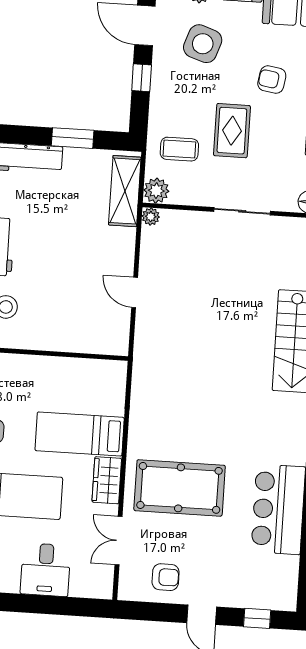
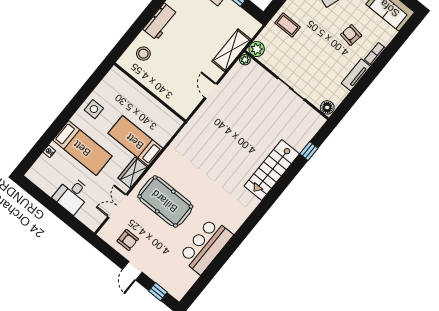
rug: (232, 131) -> (314, 46), removed
coffee table: (179, 149) -> (288, 25), moved
shelving: (125, 191) -> (231, 50), moved

